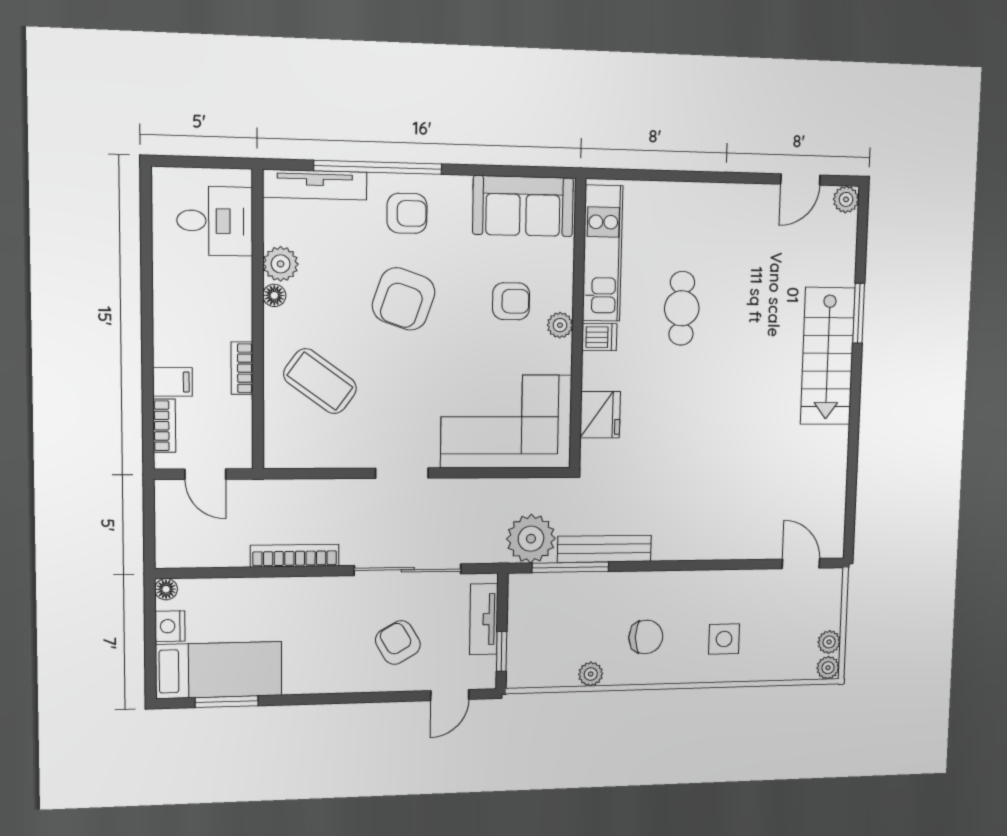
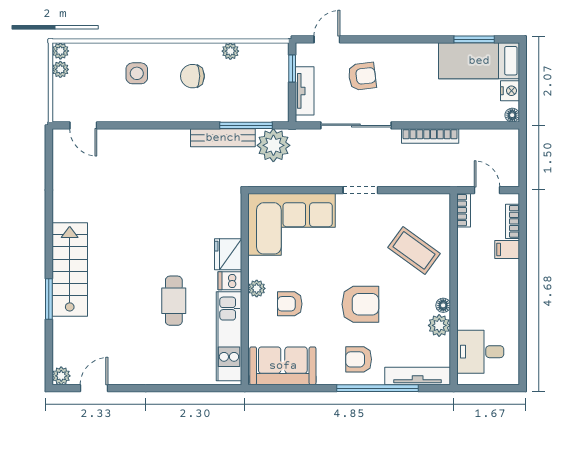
armchair: (404, 299) -> (360, 304), turned 71
bookcase: (242, 368) -> (464, 210), moved
fridge: (600, 415) -> (228, 254), moved
armchair: (398, 642) -> (362, 76), turned -67

